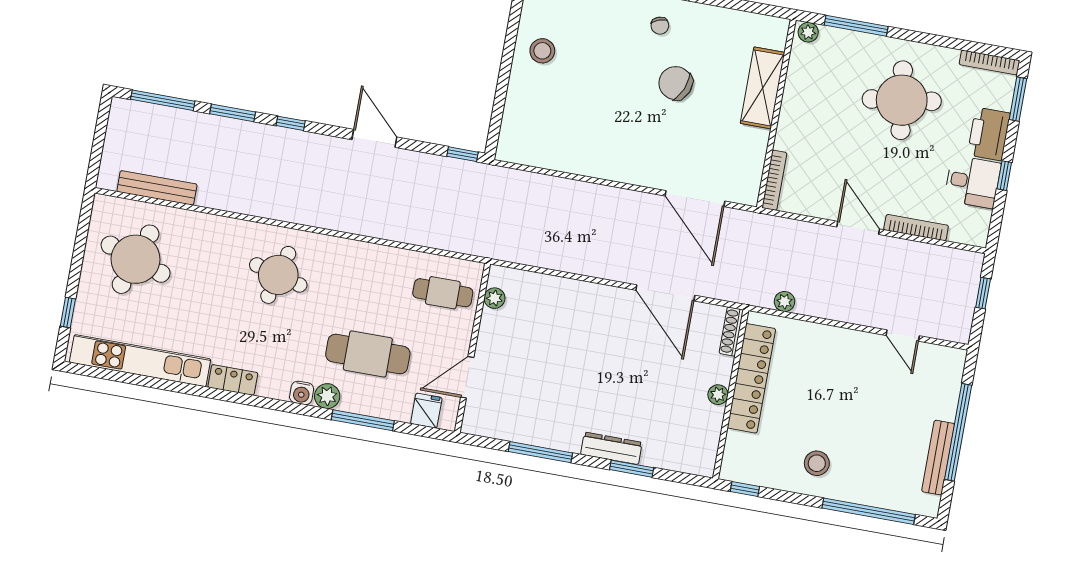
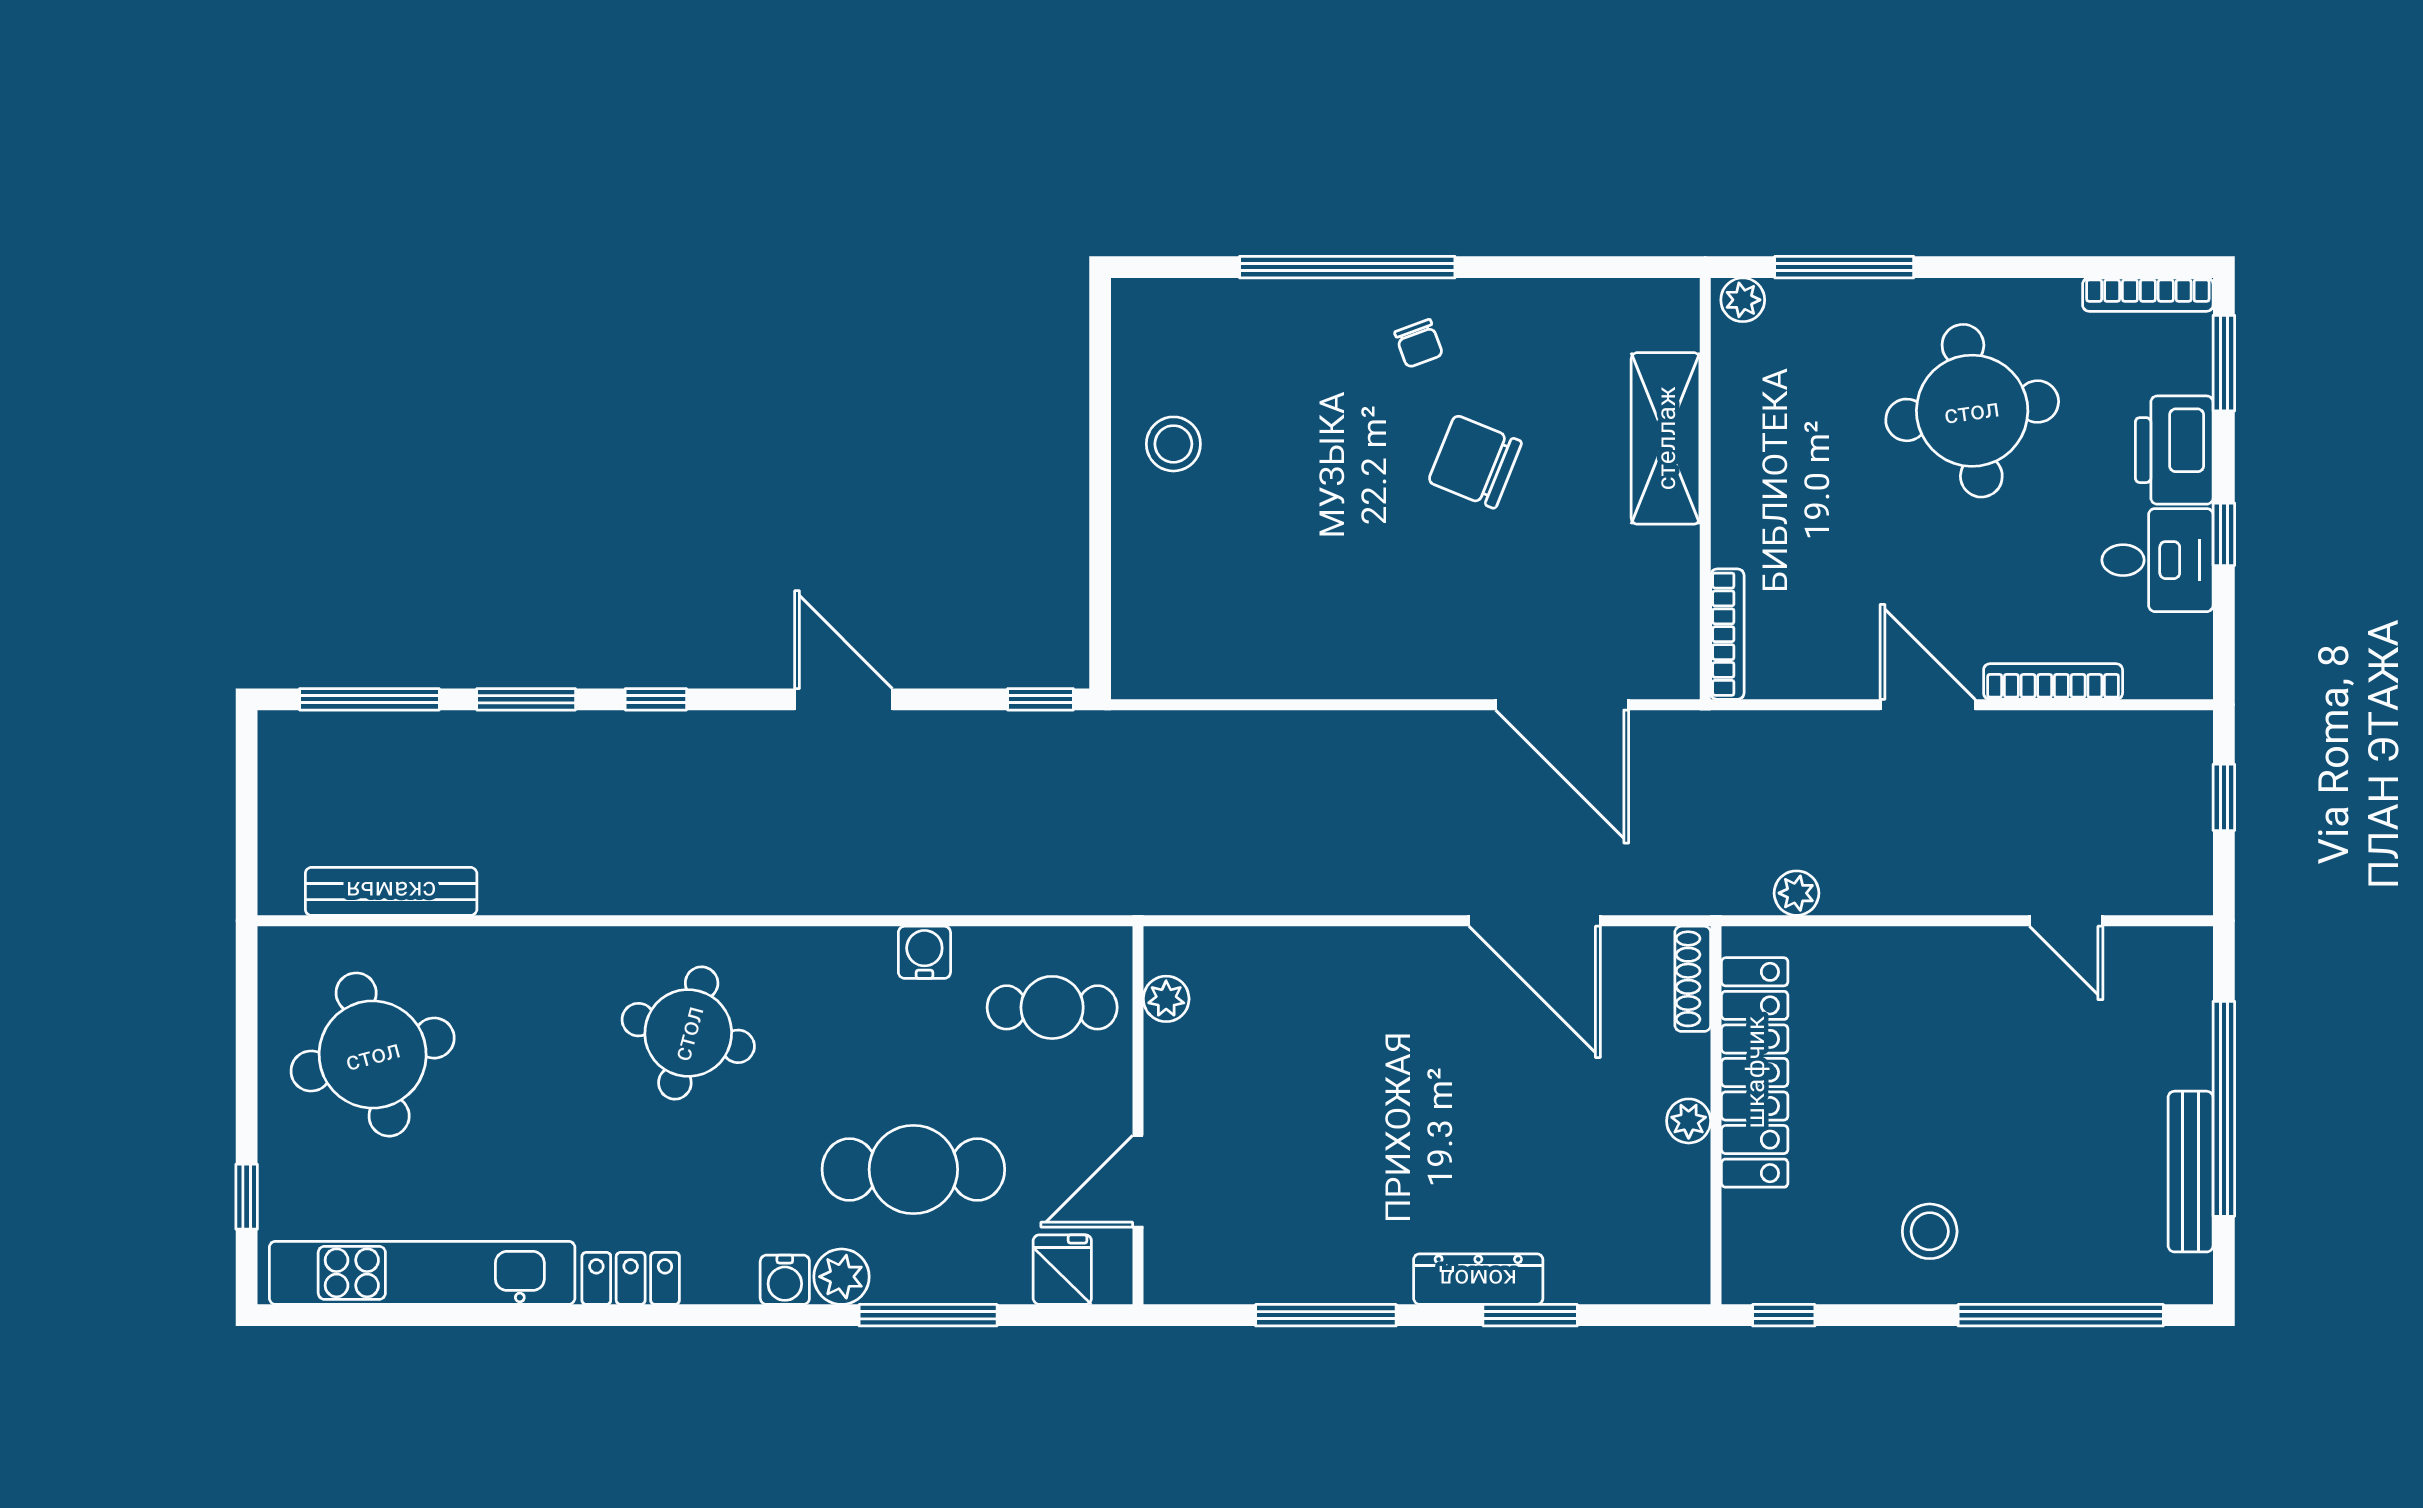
water cooler: (390, 258) -> (924, 952), added
round table: (136, 259) -> (373, 1055), turned -34

